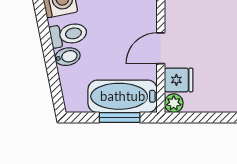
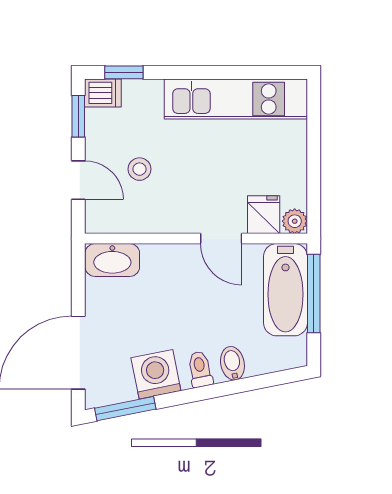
toilet: (68, 34) -> (200, 369), width x0.73, depth x0.72
window: (120, 117) -> (314, 293), width x1.44

